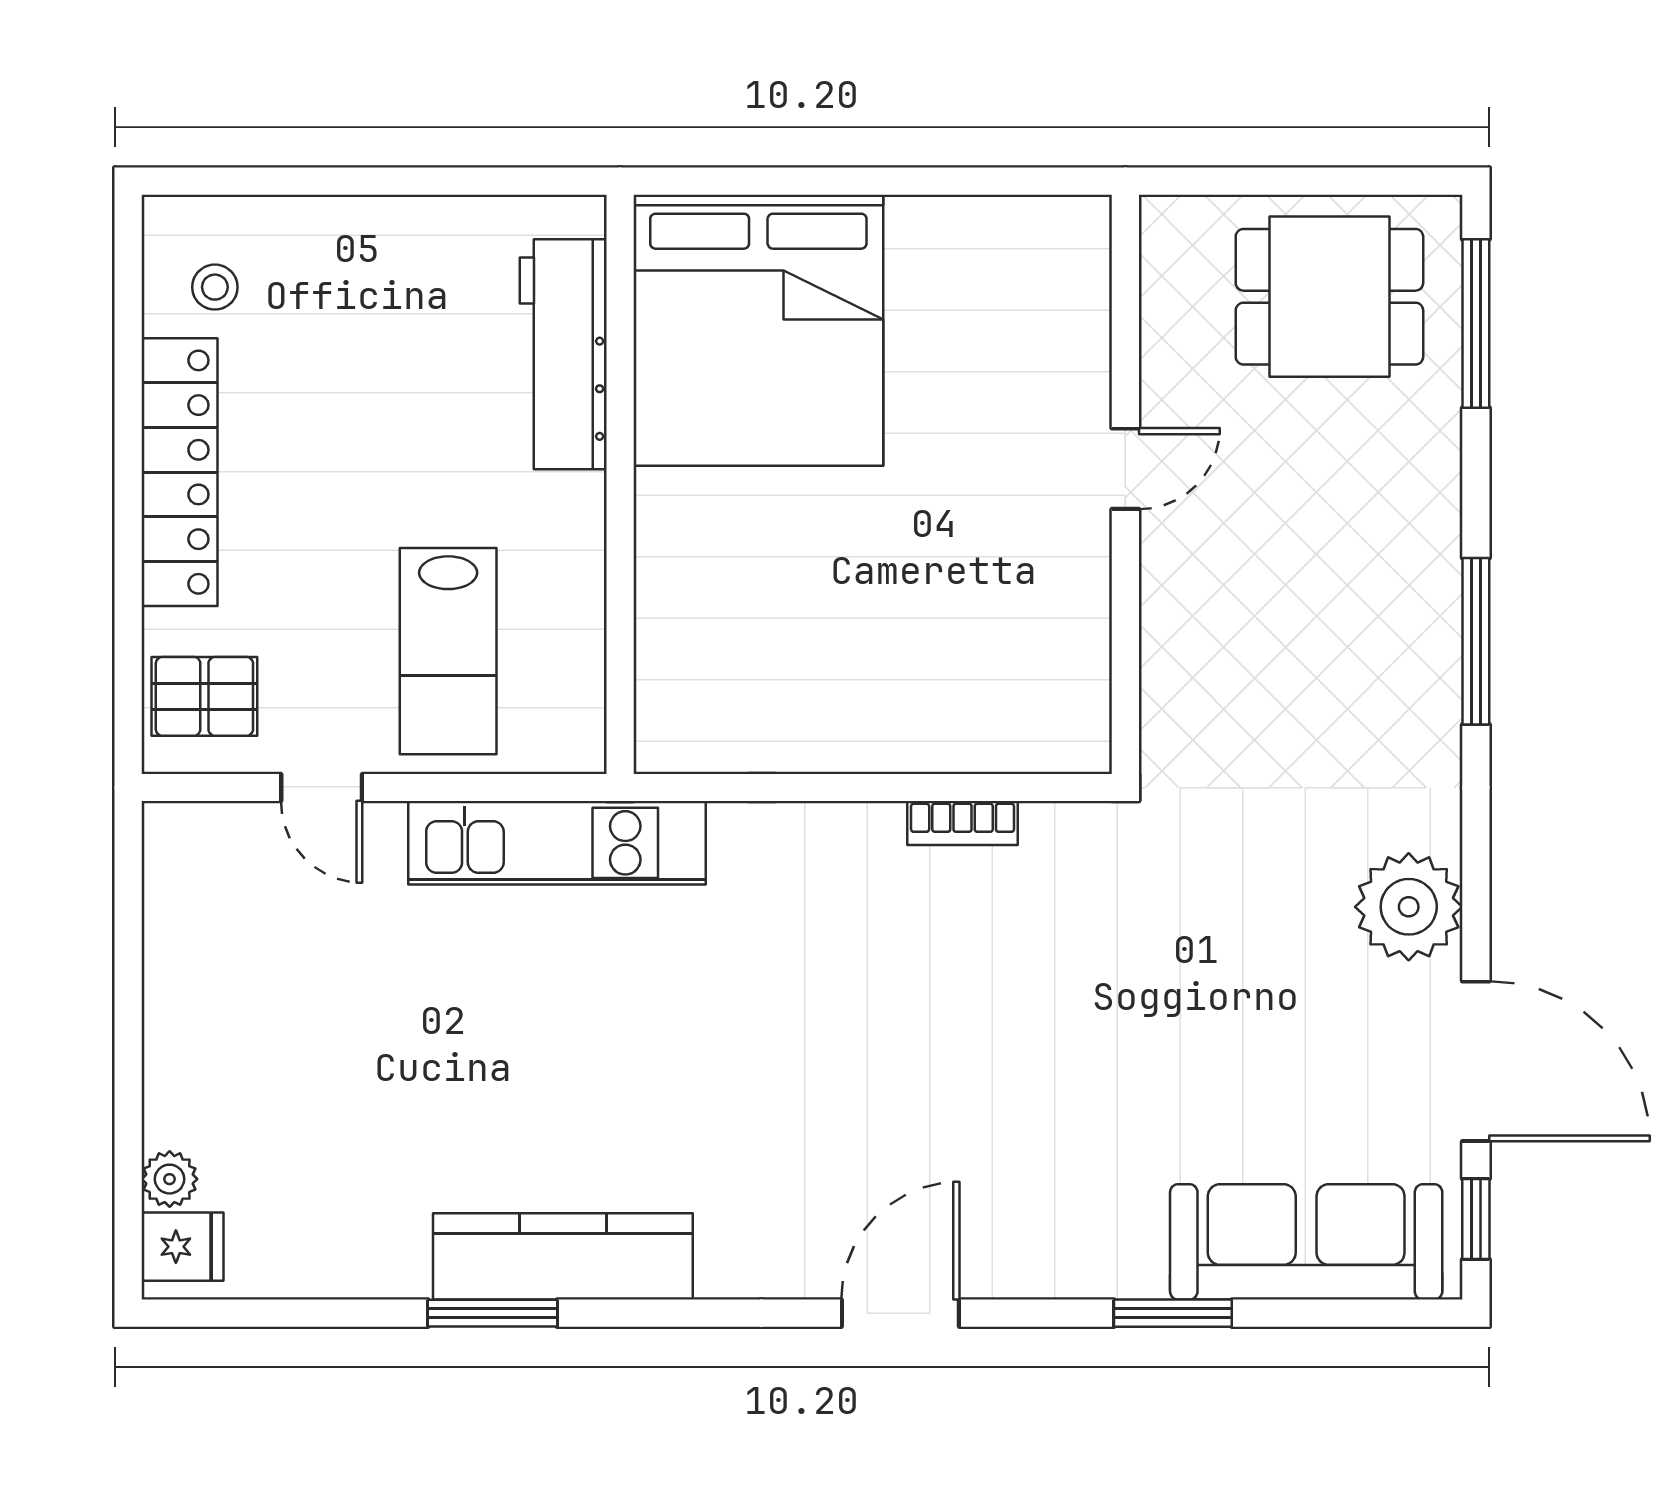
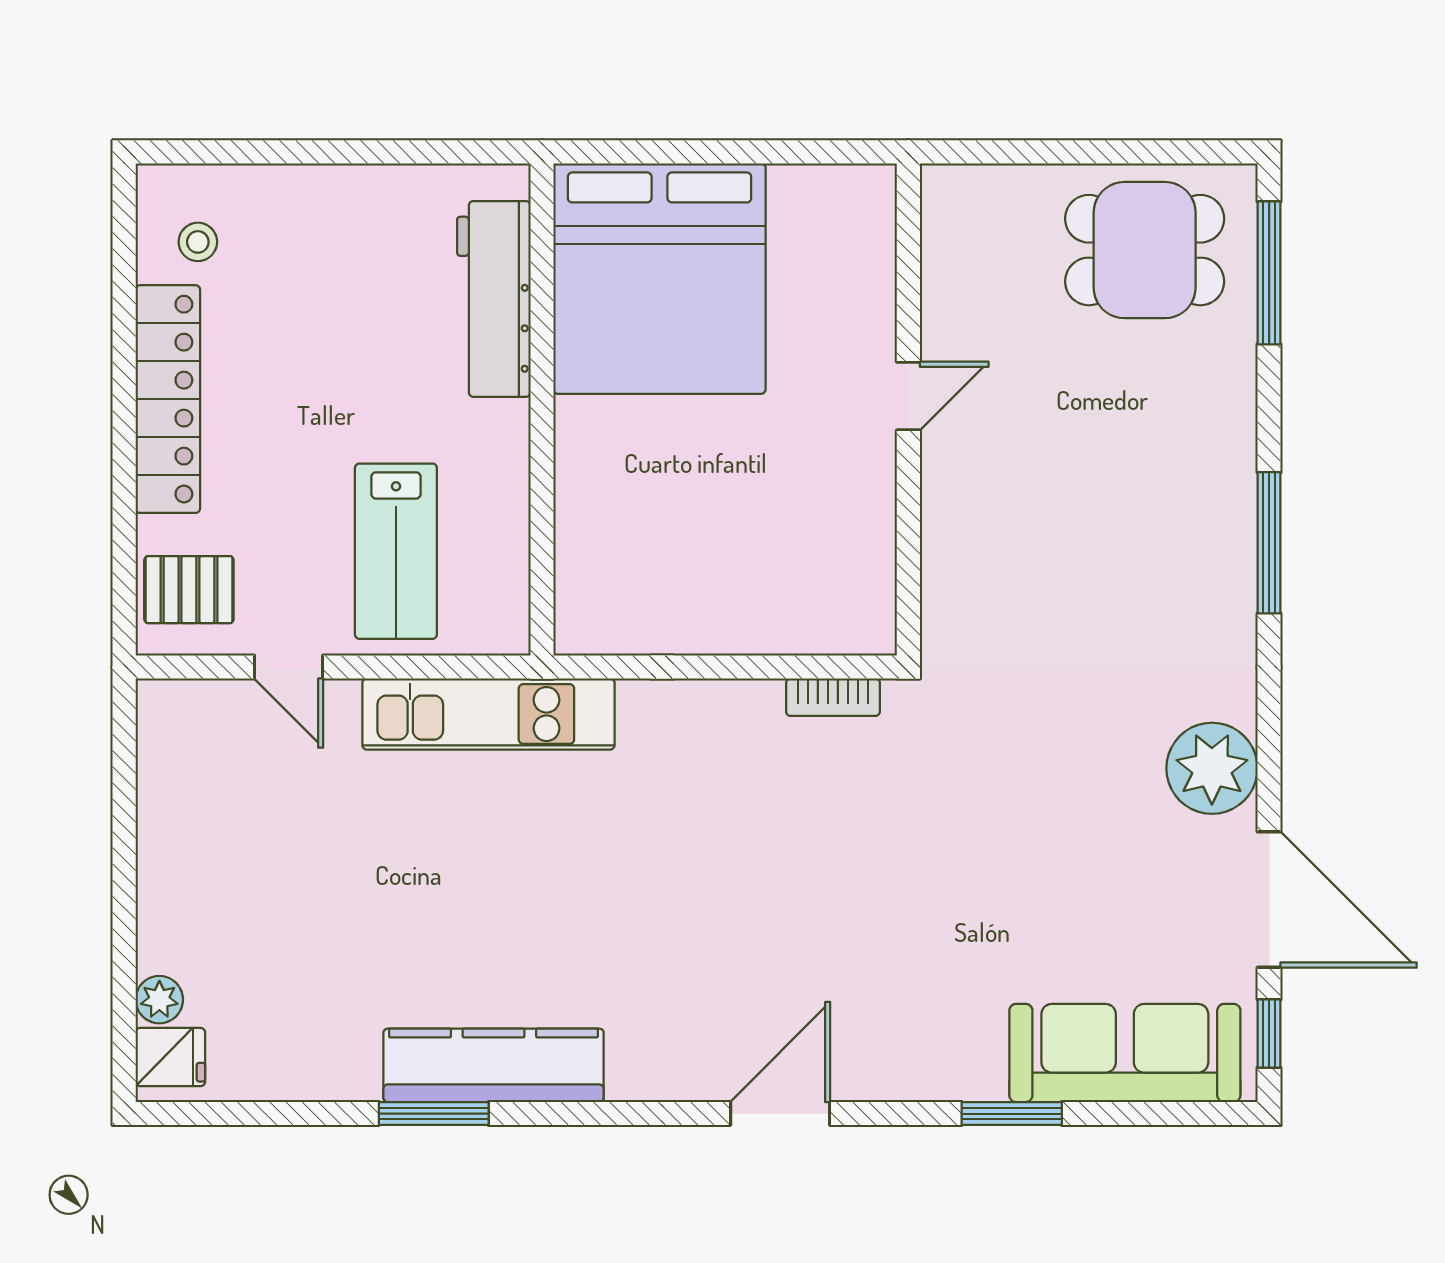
door: (1125, 469) -> (908, 396), moved
wall: (1125, 484) -> (908, 409), moved

